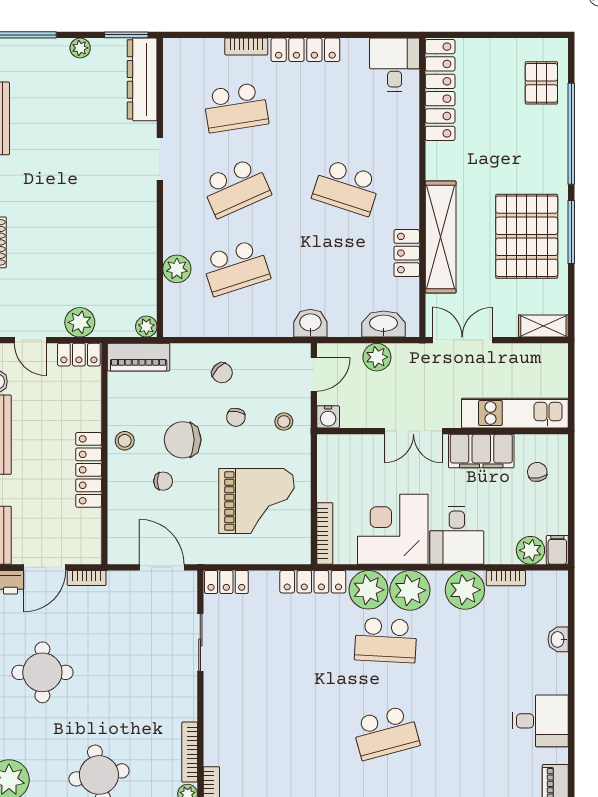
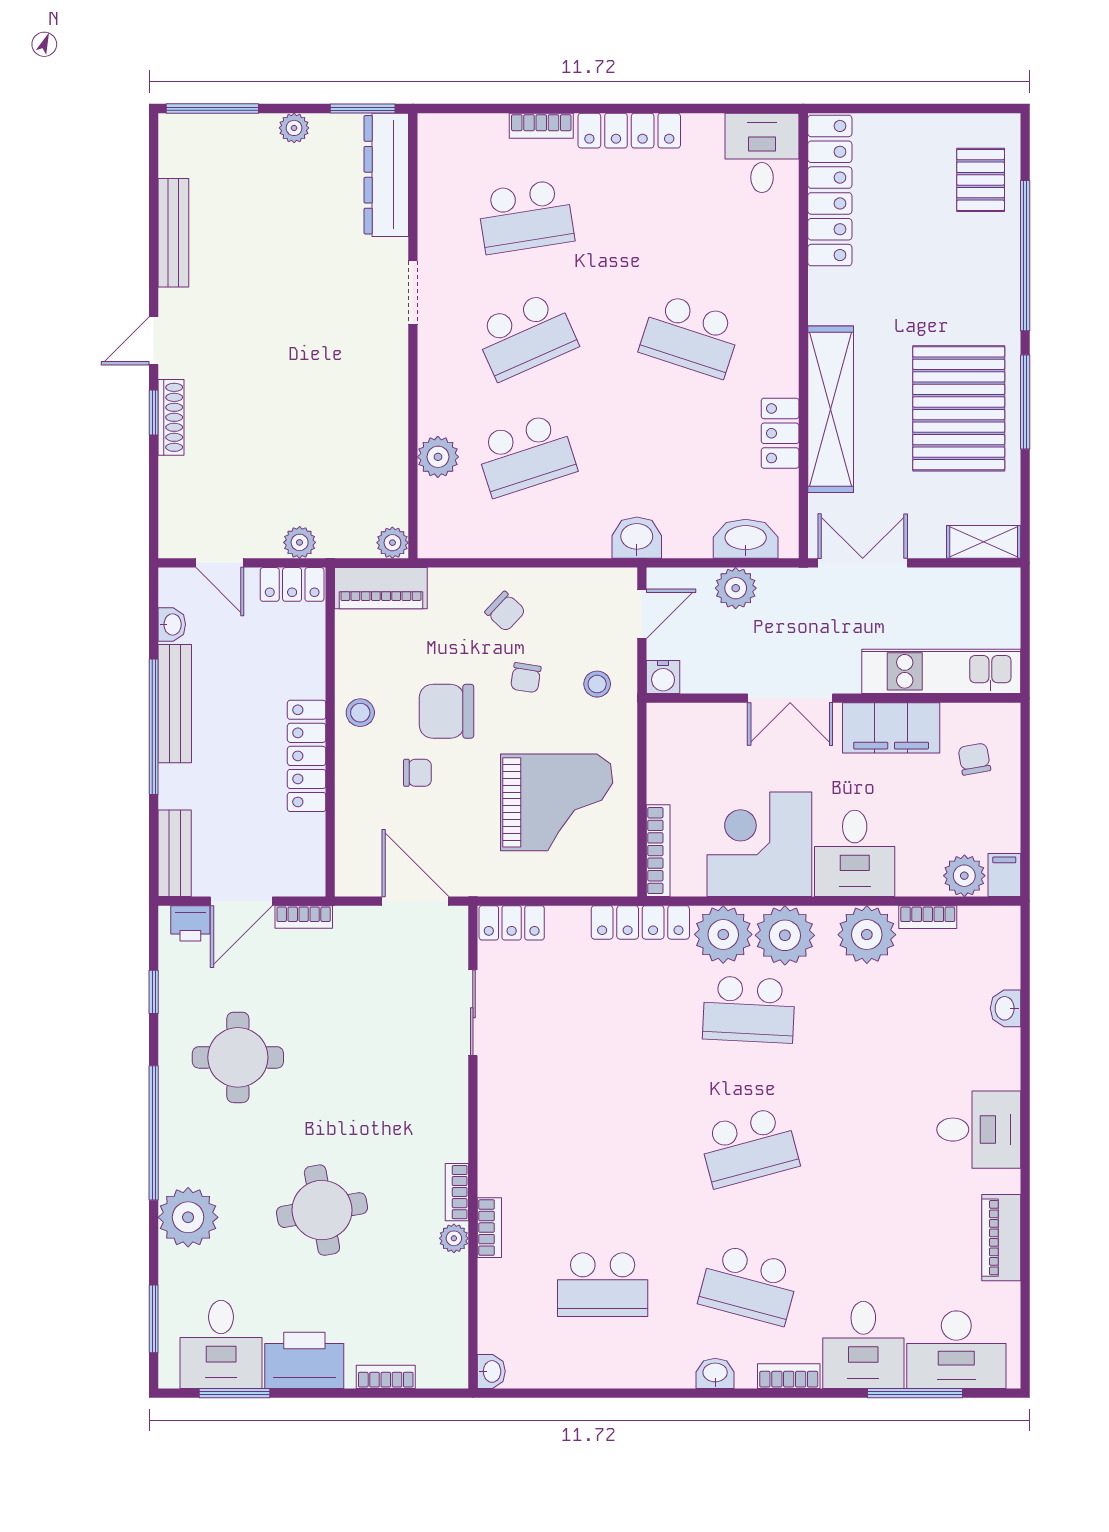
plant: (80, 322) -> (300, 542), width x0.73, depth x0.73
bookcase: (190, 752) -> (457, 1192), width x0.64

